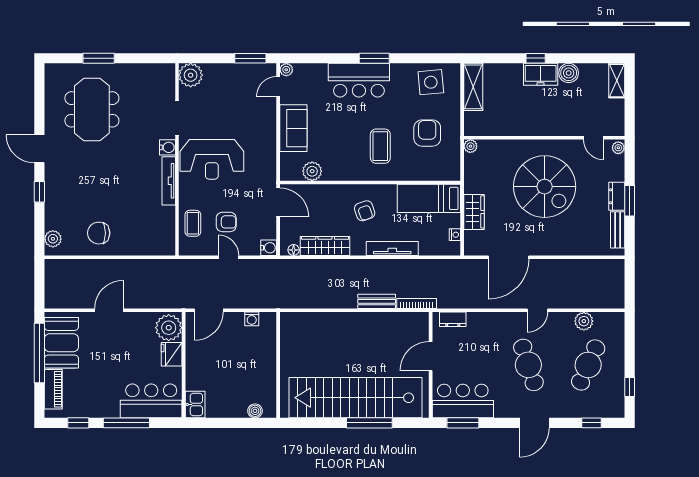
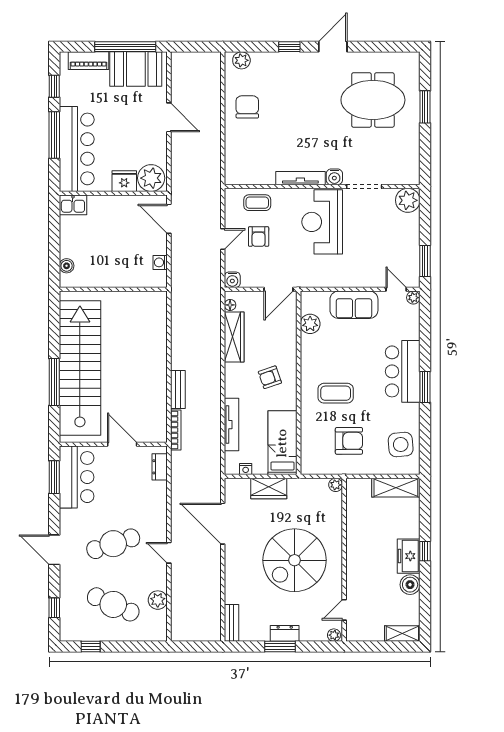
bench: (618, 230) -> (232, 623), moved, turned 90
tv unit: (392, 248) -> (232, 425), moved
bar counter: (151, 401) -> (77, 149), width x1.36

